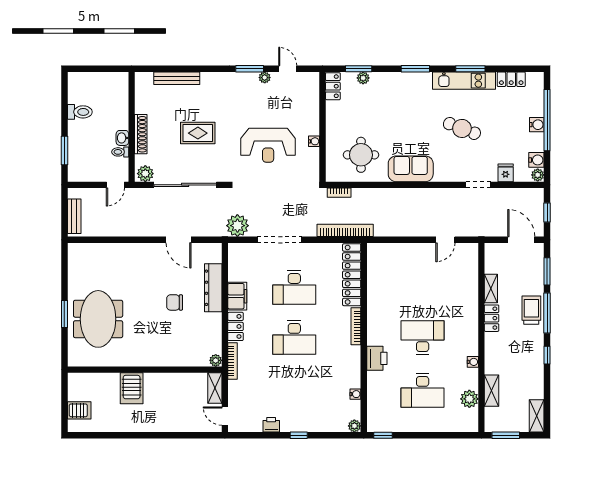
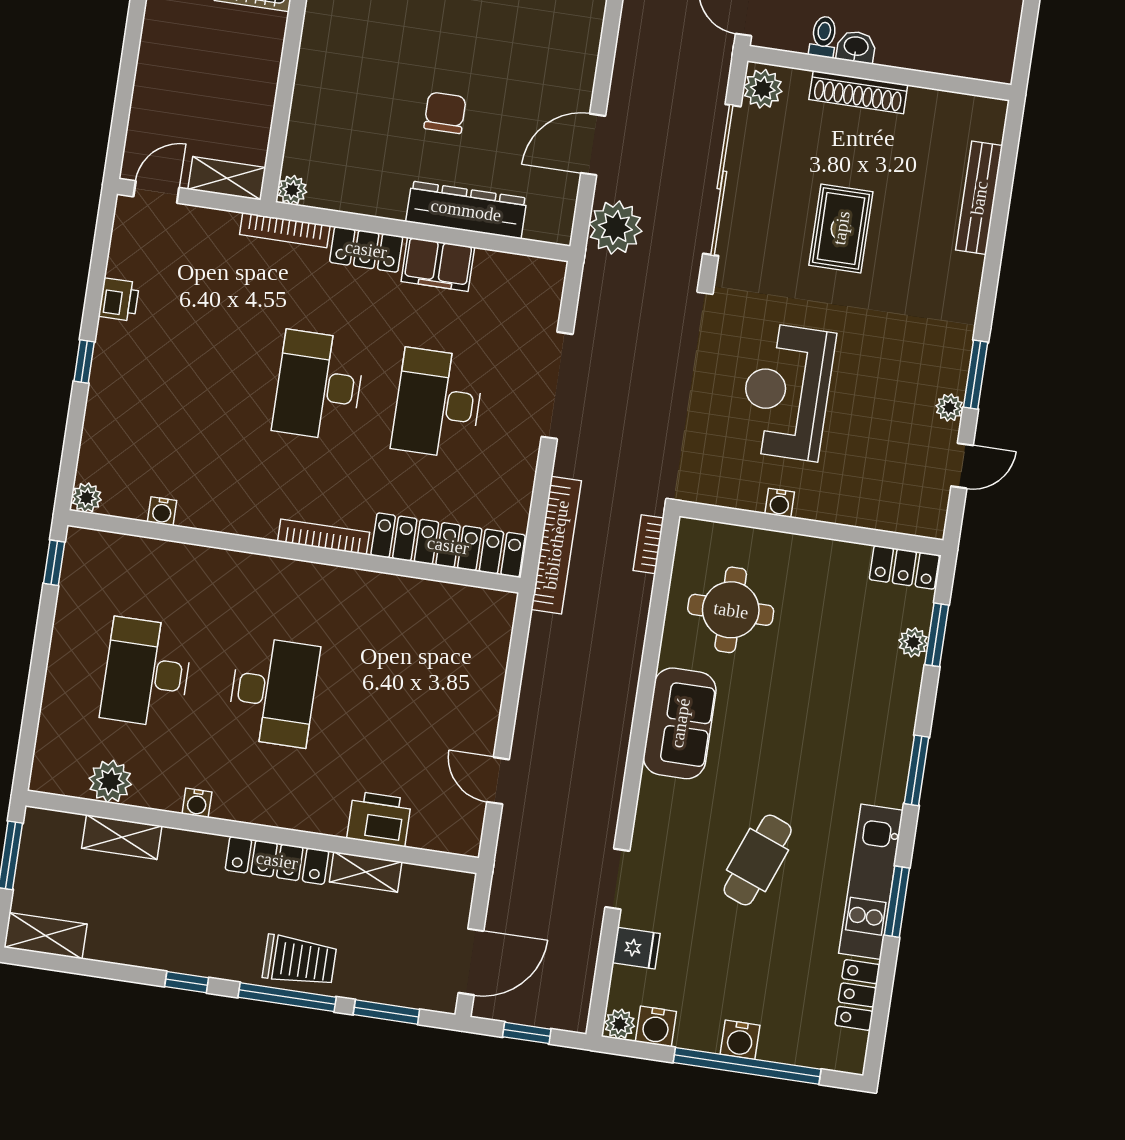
plant: (237, 226) -> (615, 227), moved
locker: (492, 318) -> (277, 860), width x1.53
printer: (377, 358) -> (379, 819), moved, turned 180

